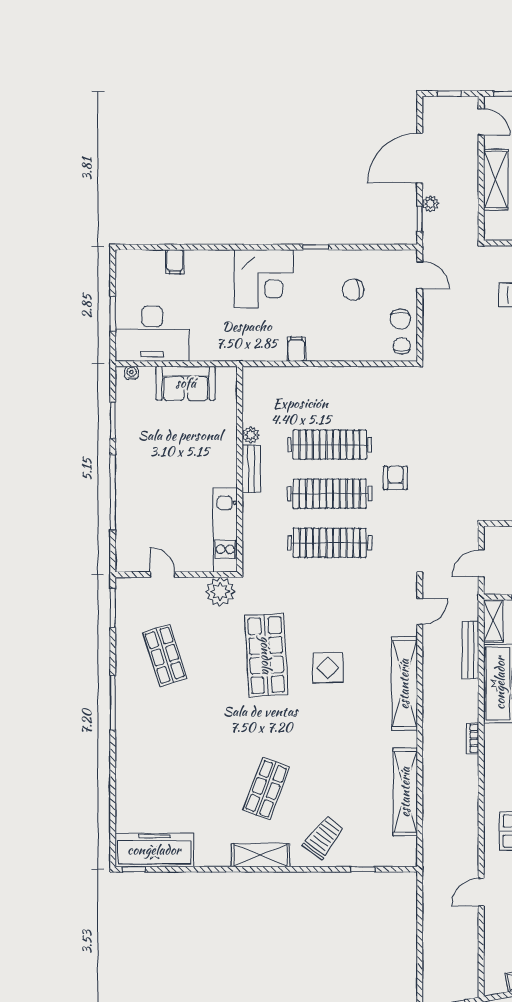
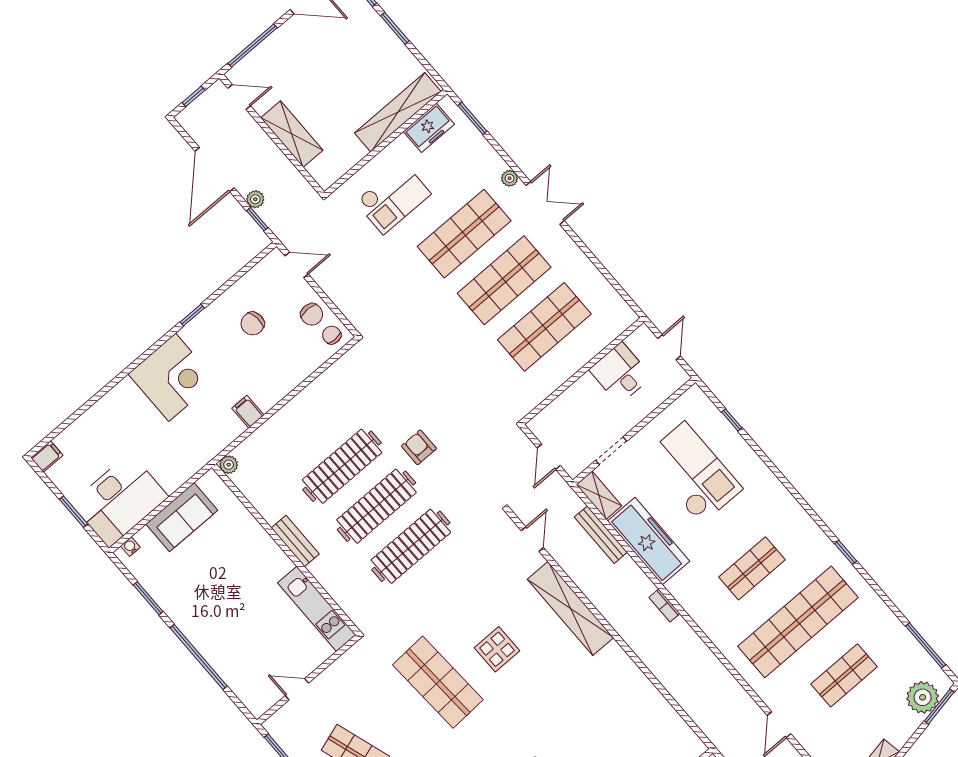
filing cabinet: (175, 262) -> (47, 456), moved, turned -90
plant: (251, 435) -> (229, 465), moved
plant: (220, 592) -> (356, 663), removed
shelving: (405, 792) -> (647, 696), removed

